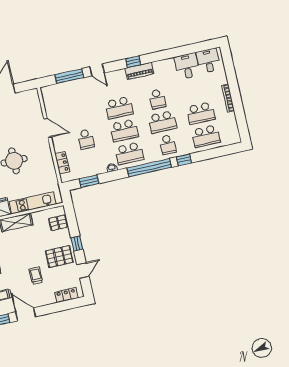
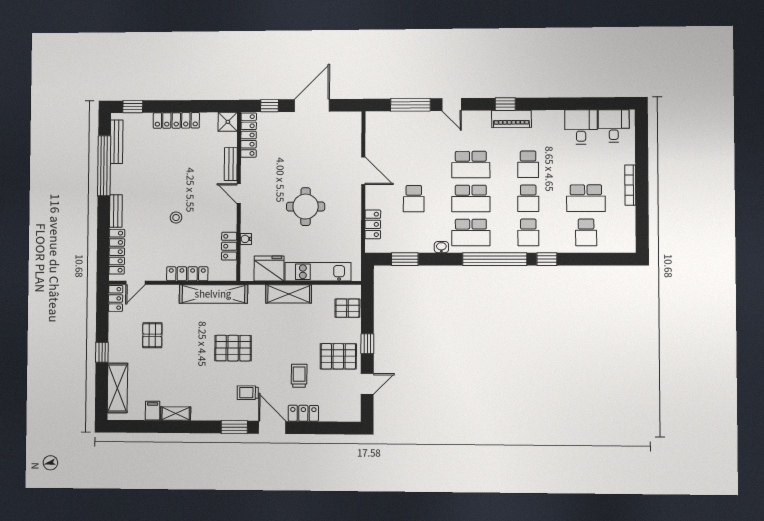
school desk: (162, 122) -> (528, 198), width x0.54
school desk: (206, 136) -> (586, 232), width x0.54
locker: (66, 295) -> (303, 413), moved

